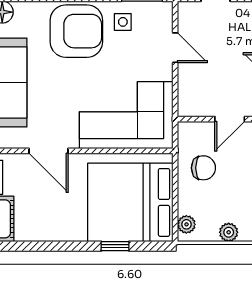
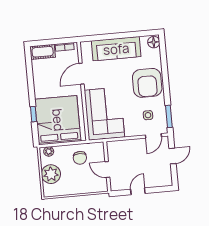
side table: (123, 22) -> (148, 115), moved
door: (175, 48) -> (153, 136), moved
plant: (229, 232) -> (51, 174), width x1.88, depth x1.88

